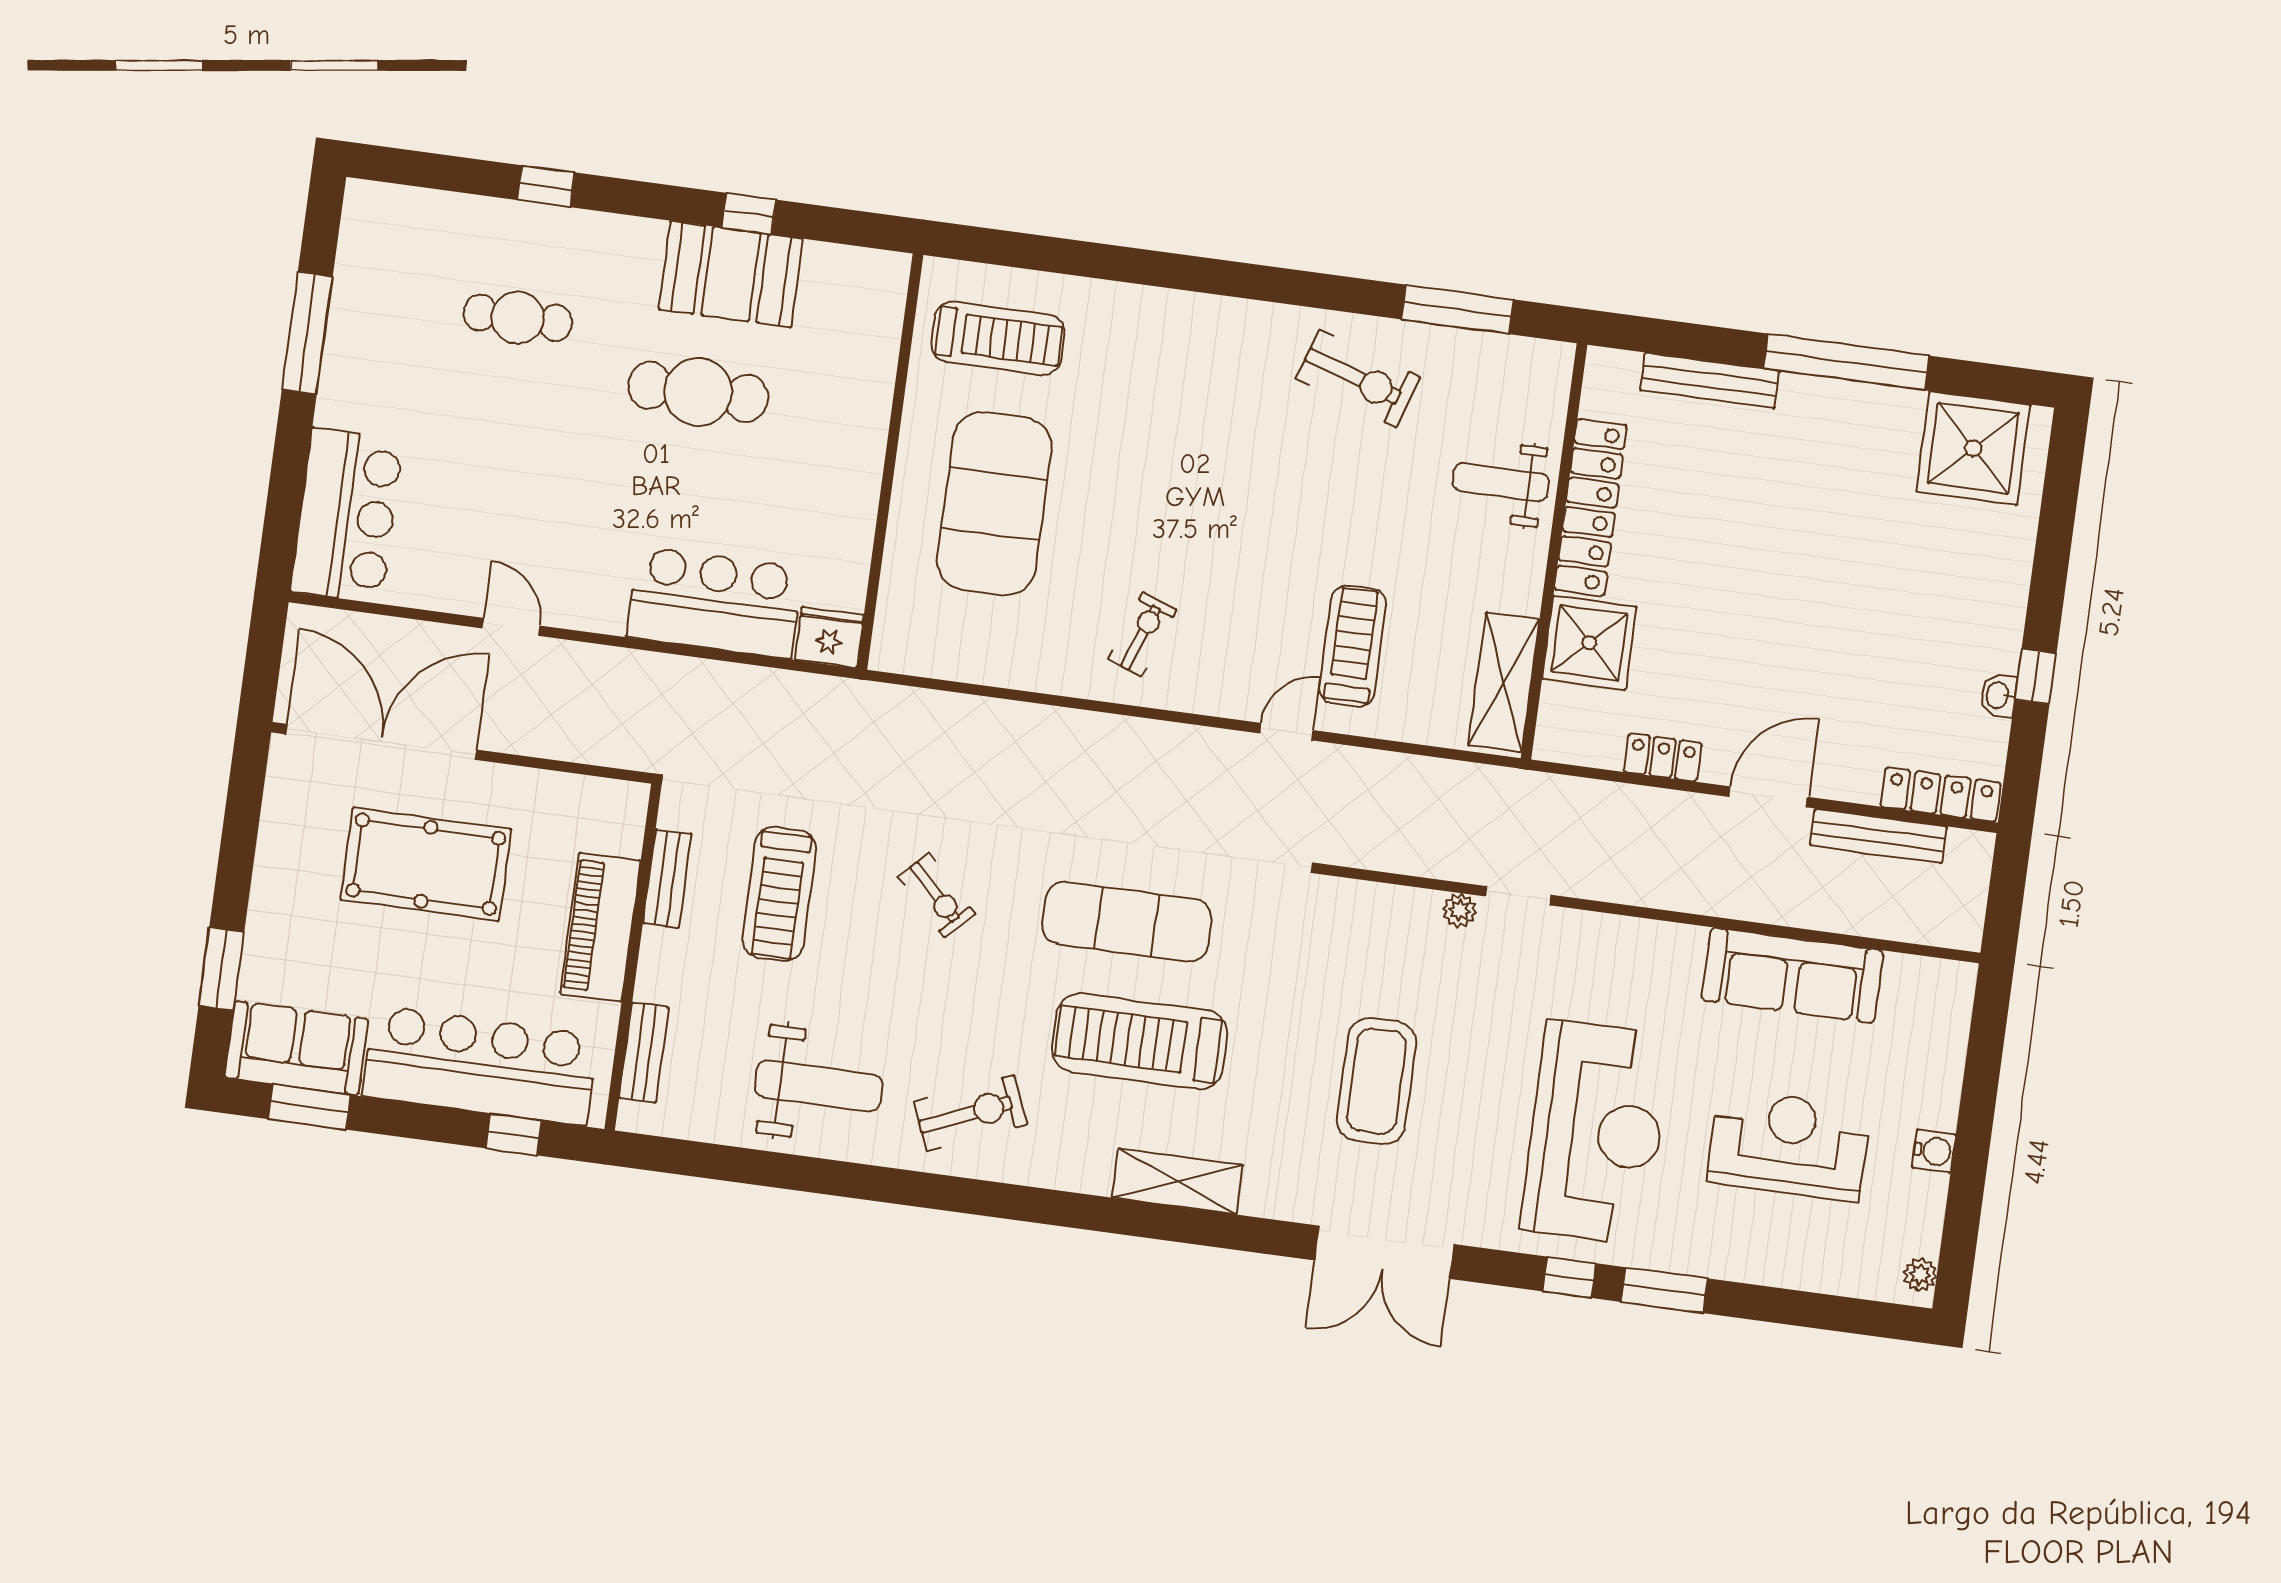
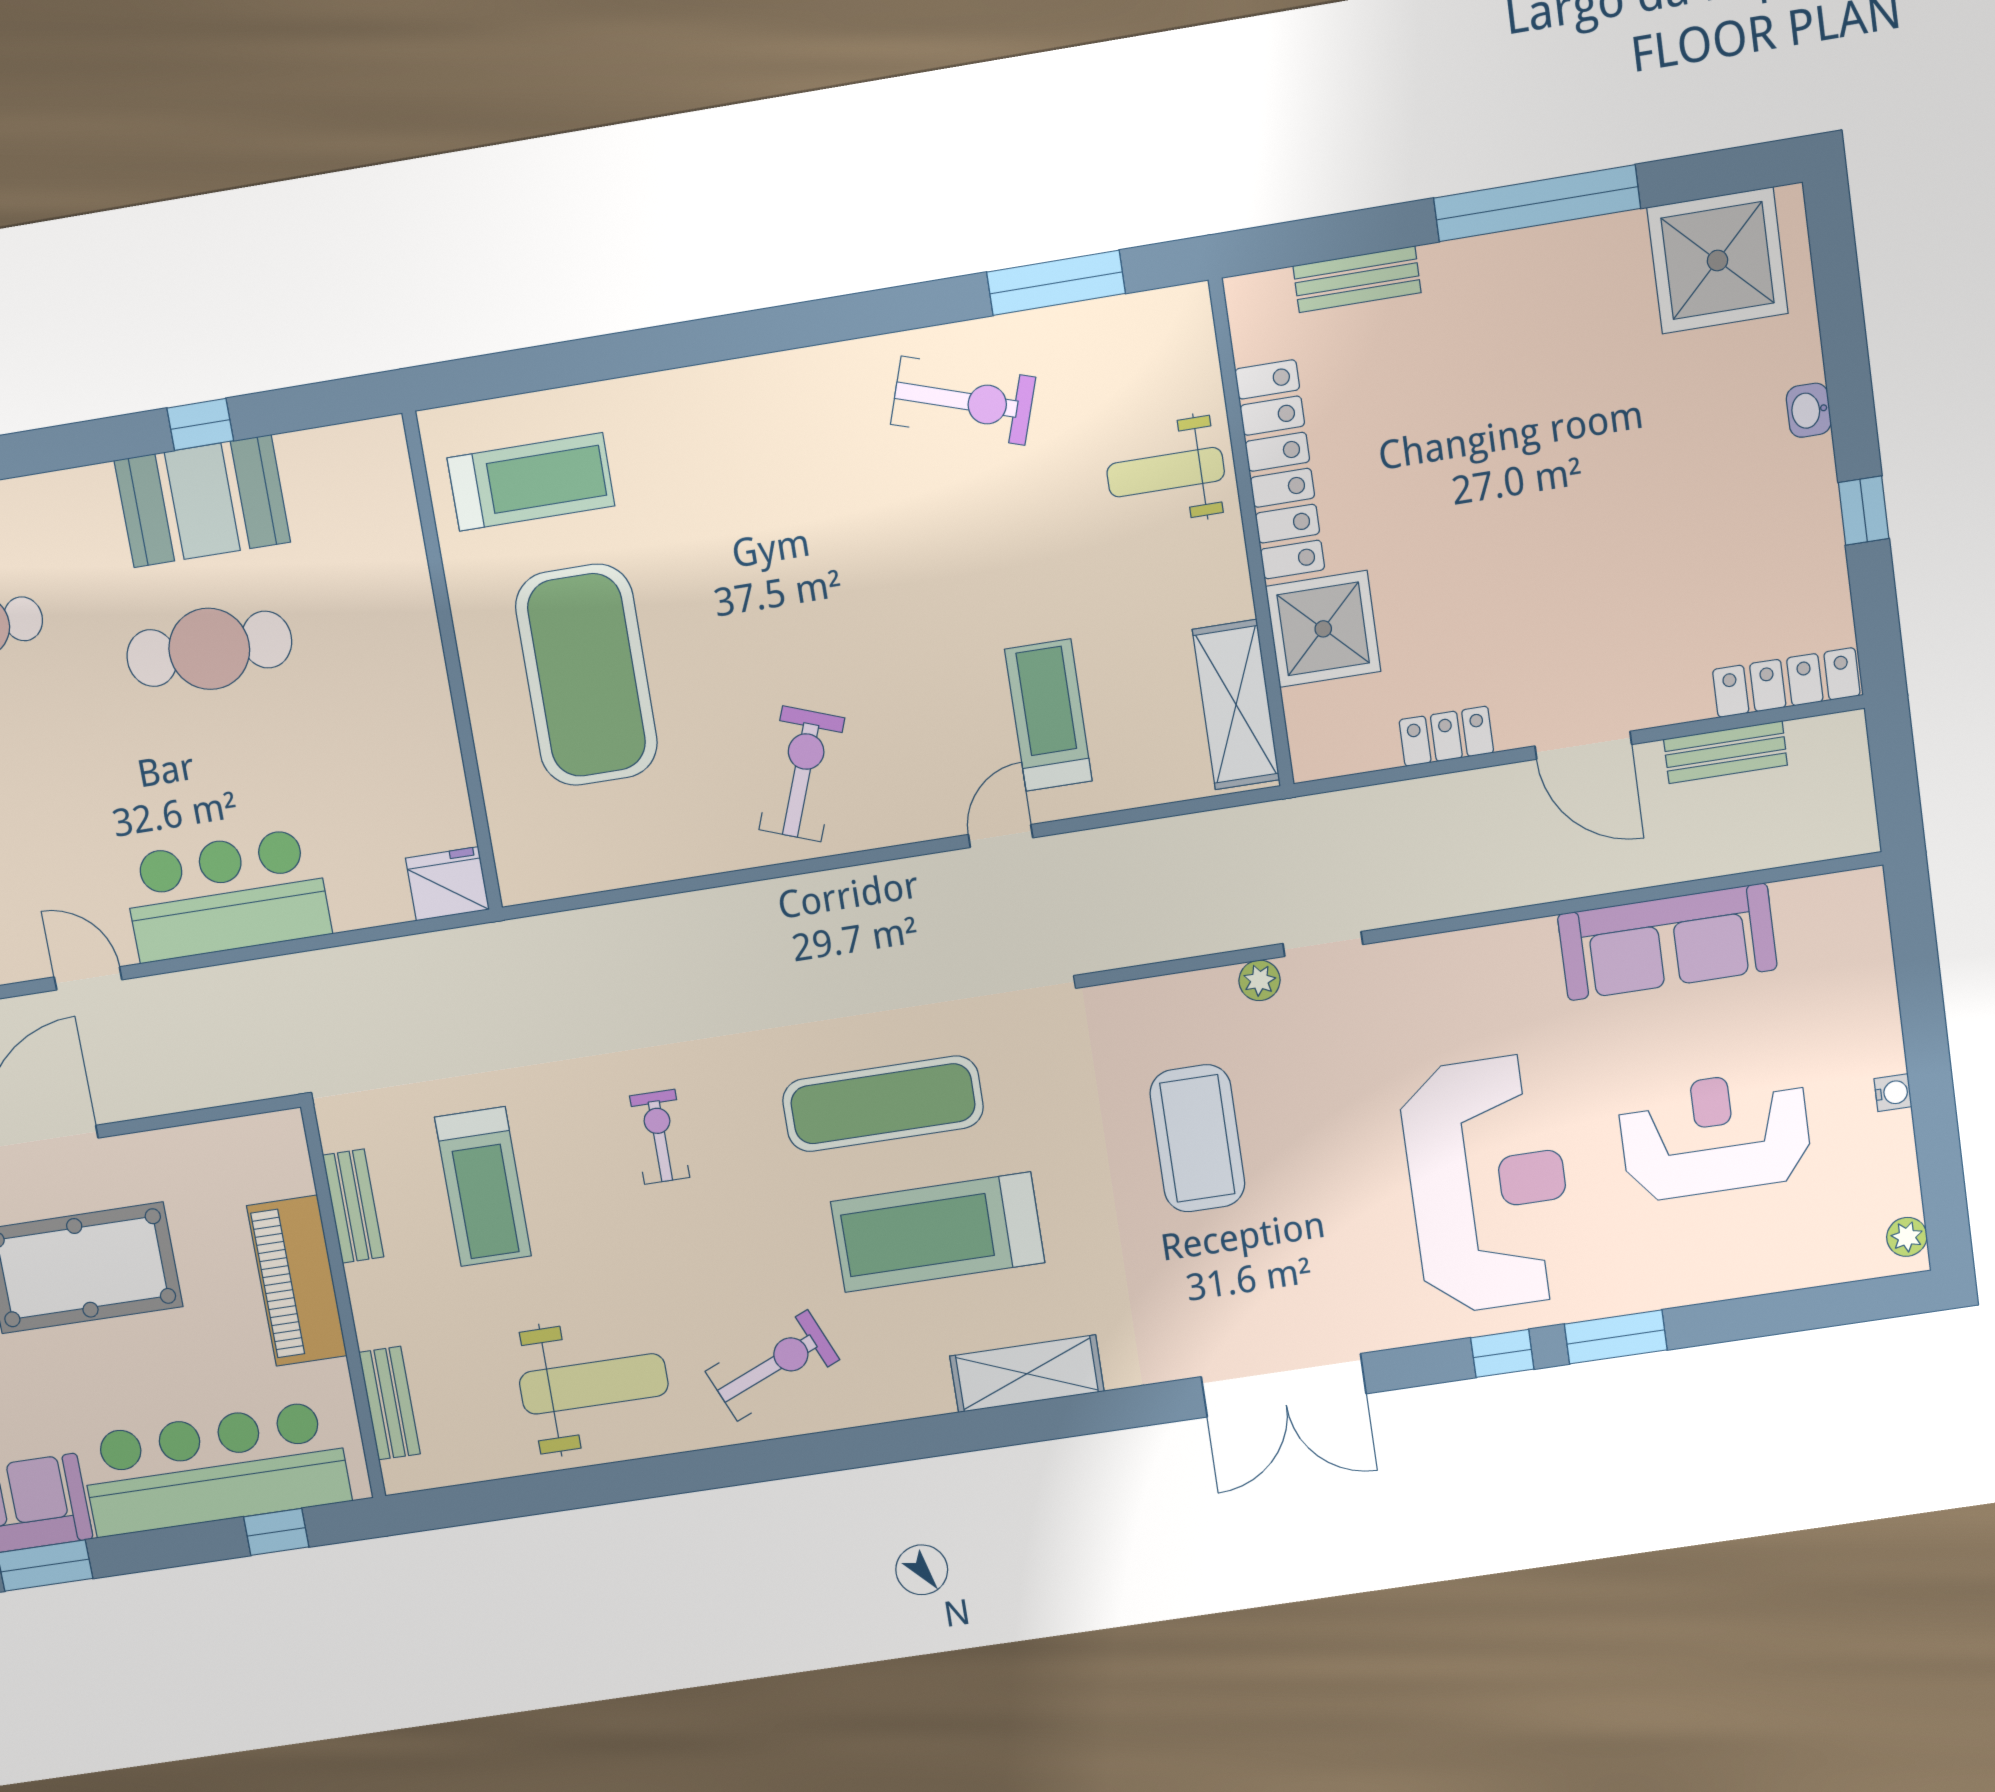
bench: (1710, 380) -> (1357, 279), width x0.73
bar counter: (715, 602) -> (226, 895), moved
exercise bike: (1142, 634) -> (802, 774), width x1.38, depth x1.39
washbasin: (1998, 695) -> (1809, 410), moved
door: (1768, 797) -> (1583, 745), swing flipped
bench: (1878, 836) -> (1725, 752), width x0.73
exercise bike: (937, 895) -> (660, 1137), turned -135
coffee table: (1377, 1081) -> (1197, 1138), moved
water cooler: (1934, 1151) -> (1893, 1093), width x0.72, depth x0.72

